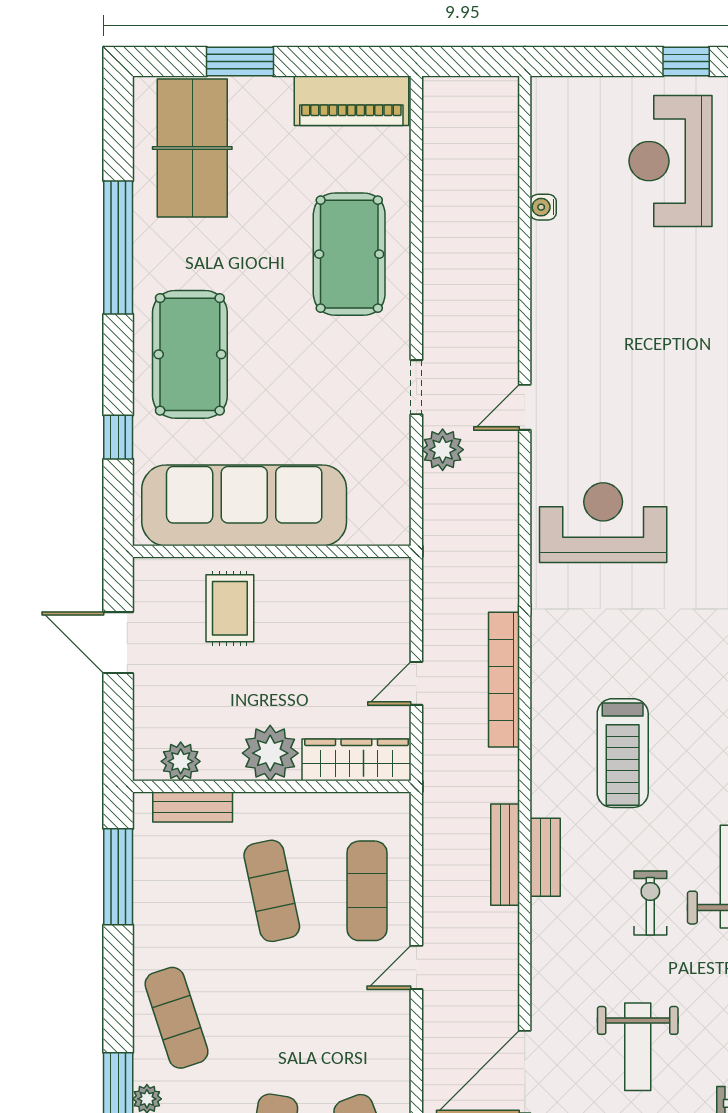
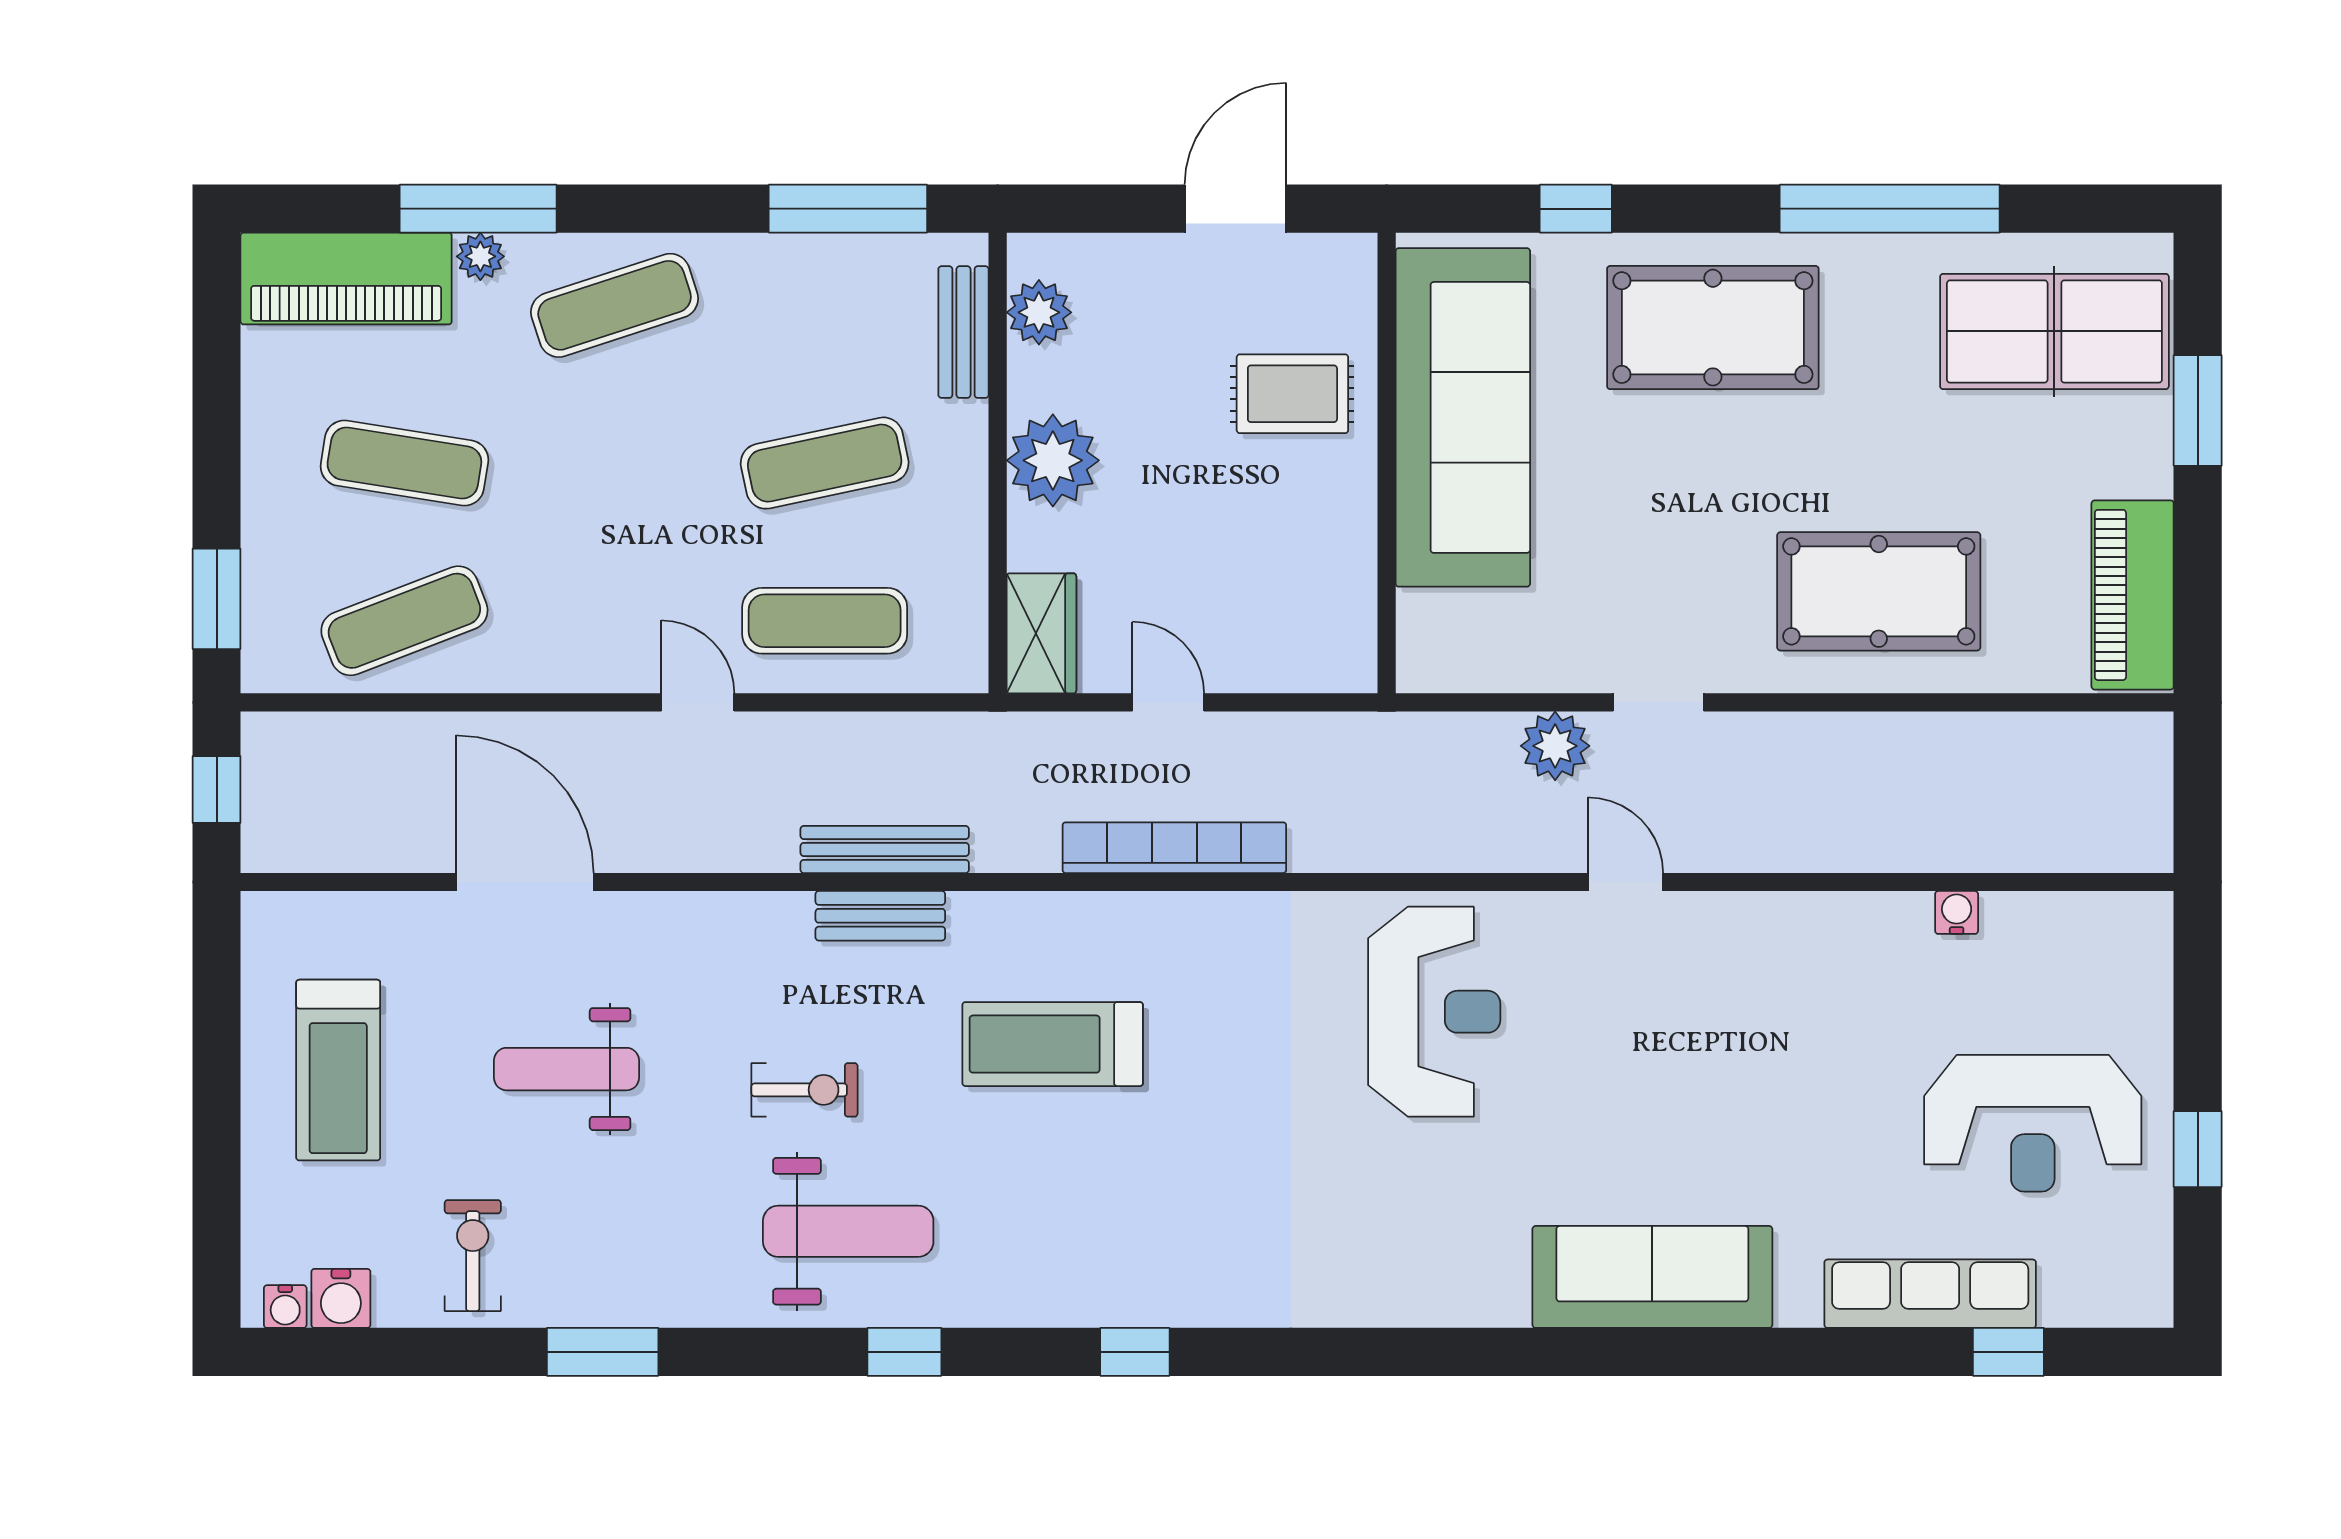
reception desk: (671, 161) -> (2033, 1123), turned 180
wardrobe: (356, 760) -> (1041, 633), width x0.67

